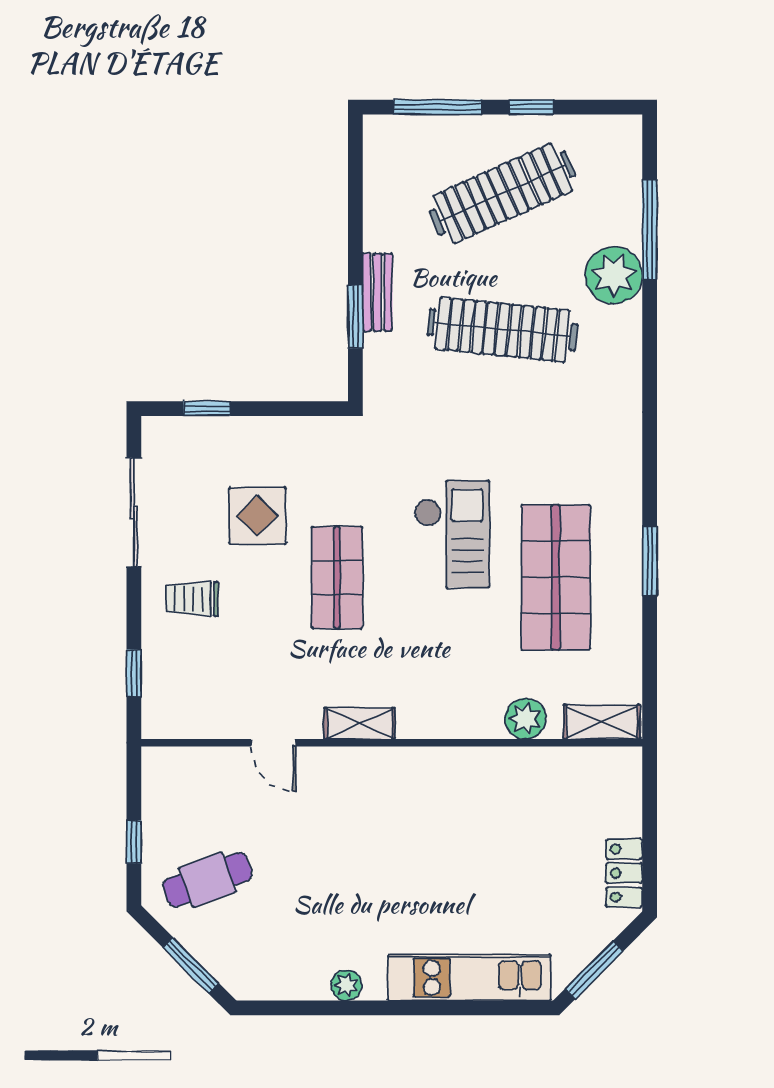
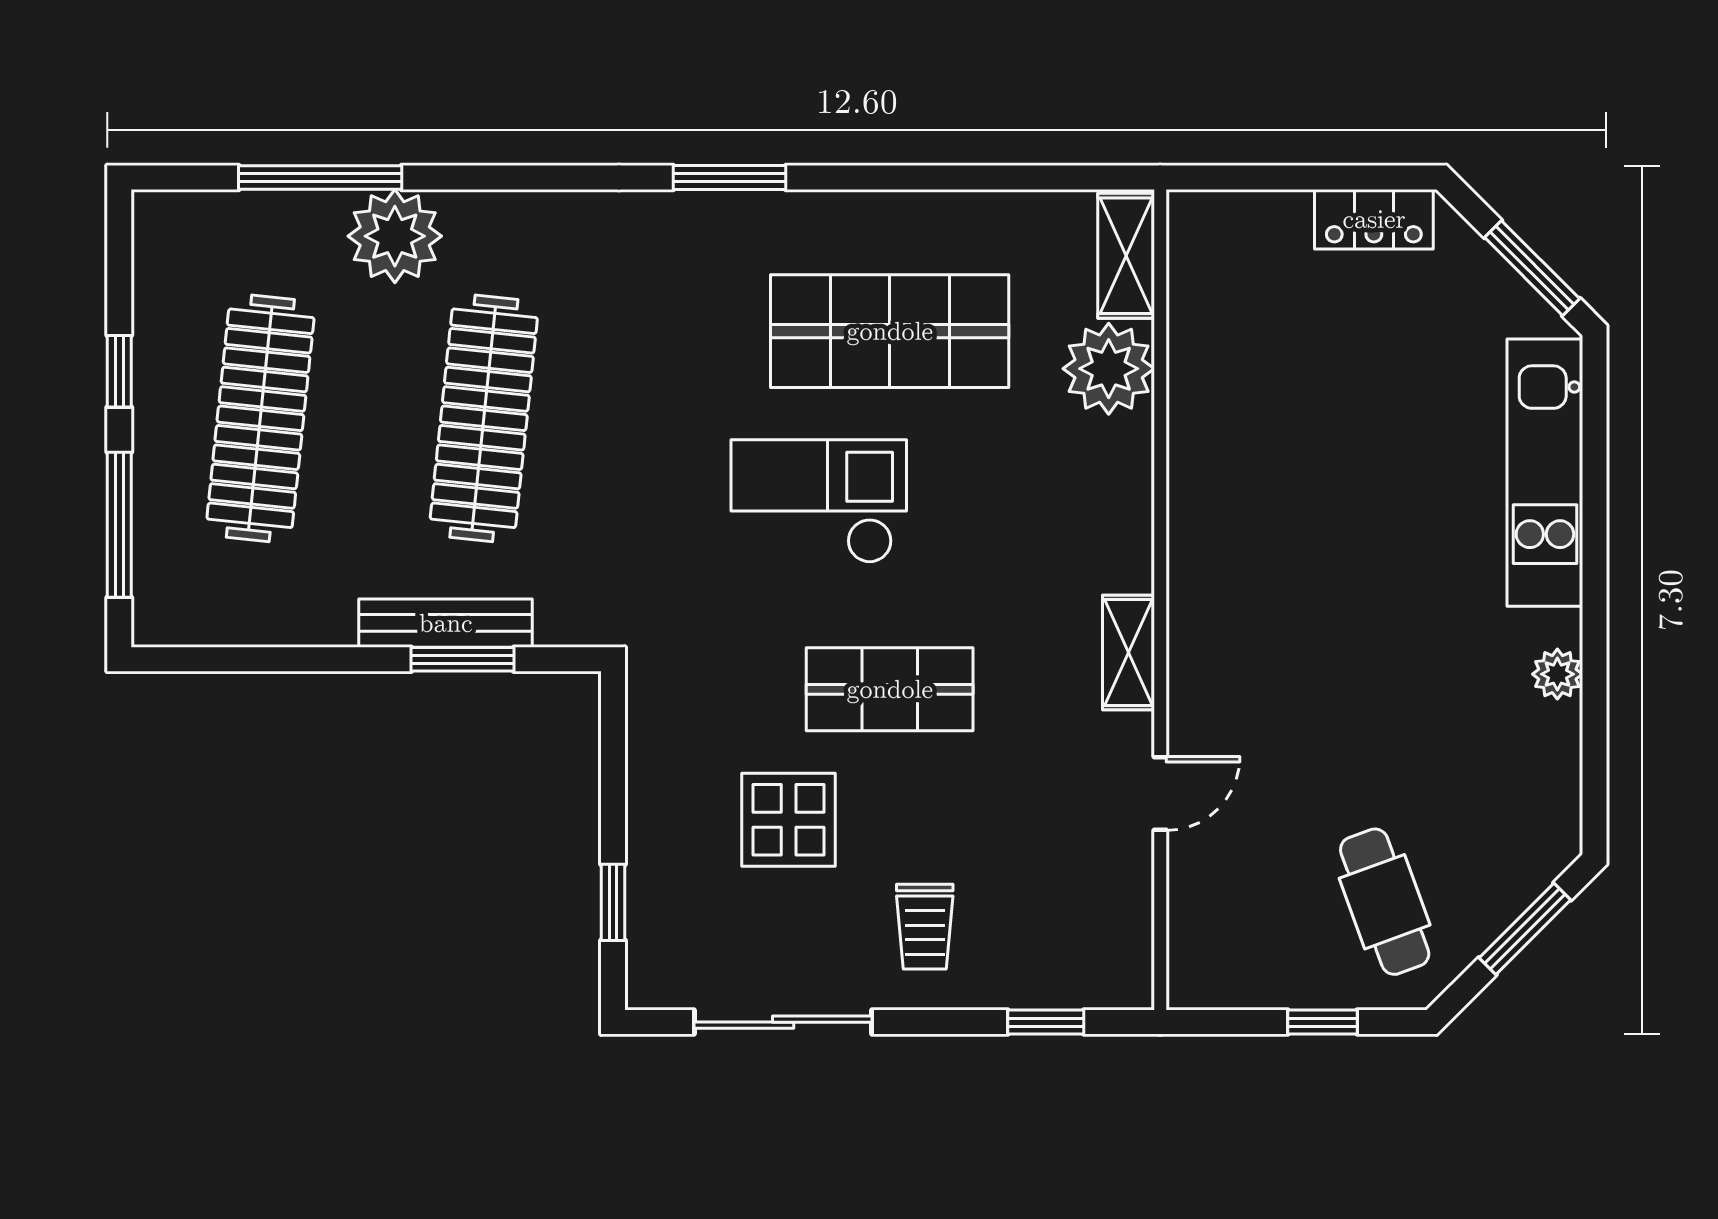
clothes rail: (503, 193) -> (260, 418), turned 30
bench: (377, 292) -> (446, 623), width x1.36
window: (650, 561) -> (730, 177), moved
plant: (525, 719) -> (1109, 369), width x1.36, depth x1.36

